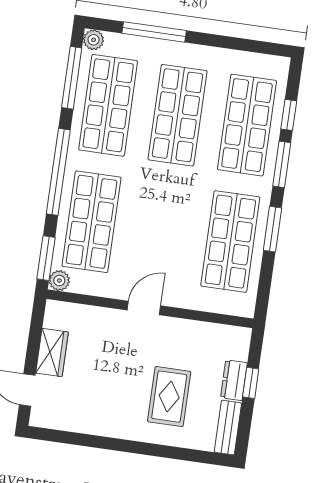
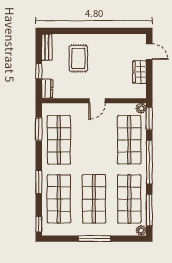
window: (154, 32) -> (94, 239), moved
window: (289, 115) -> (39, 224), moved
window: (273, 229) -> (39, 129), moved
dresser: (234, 380) -> (47, 89), moved

